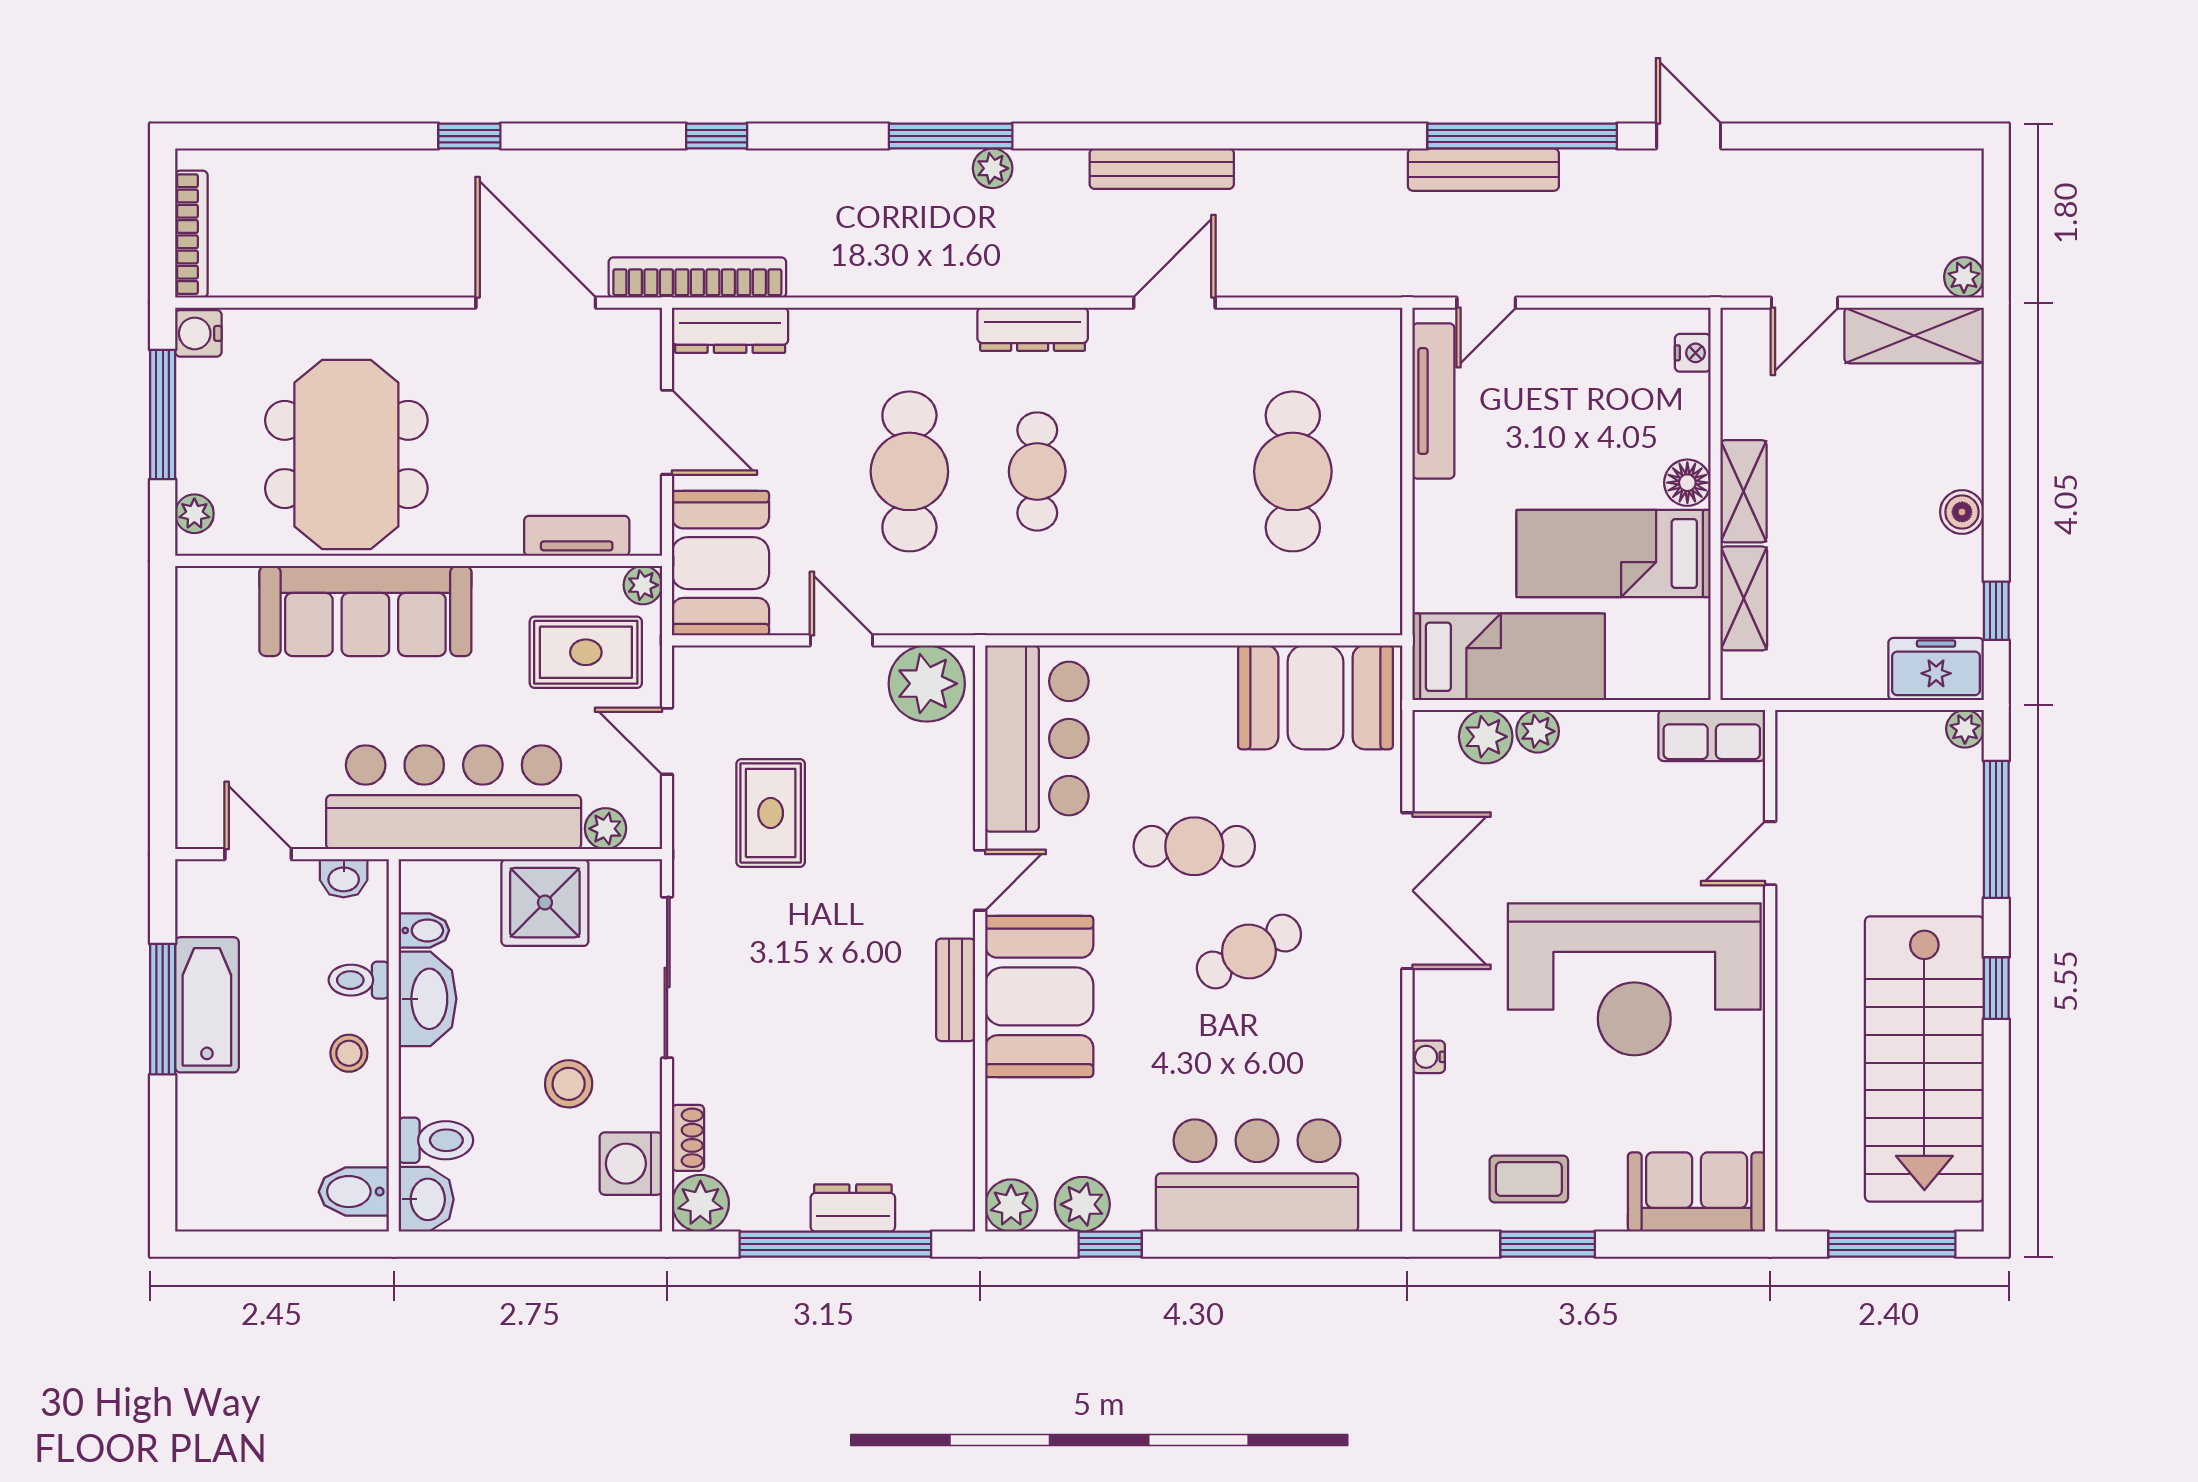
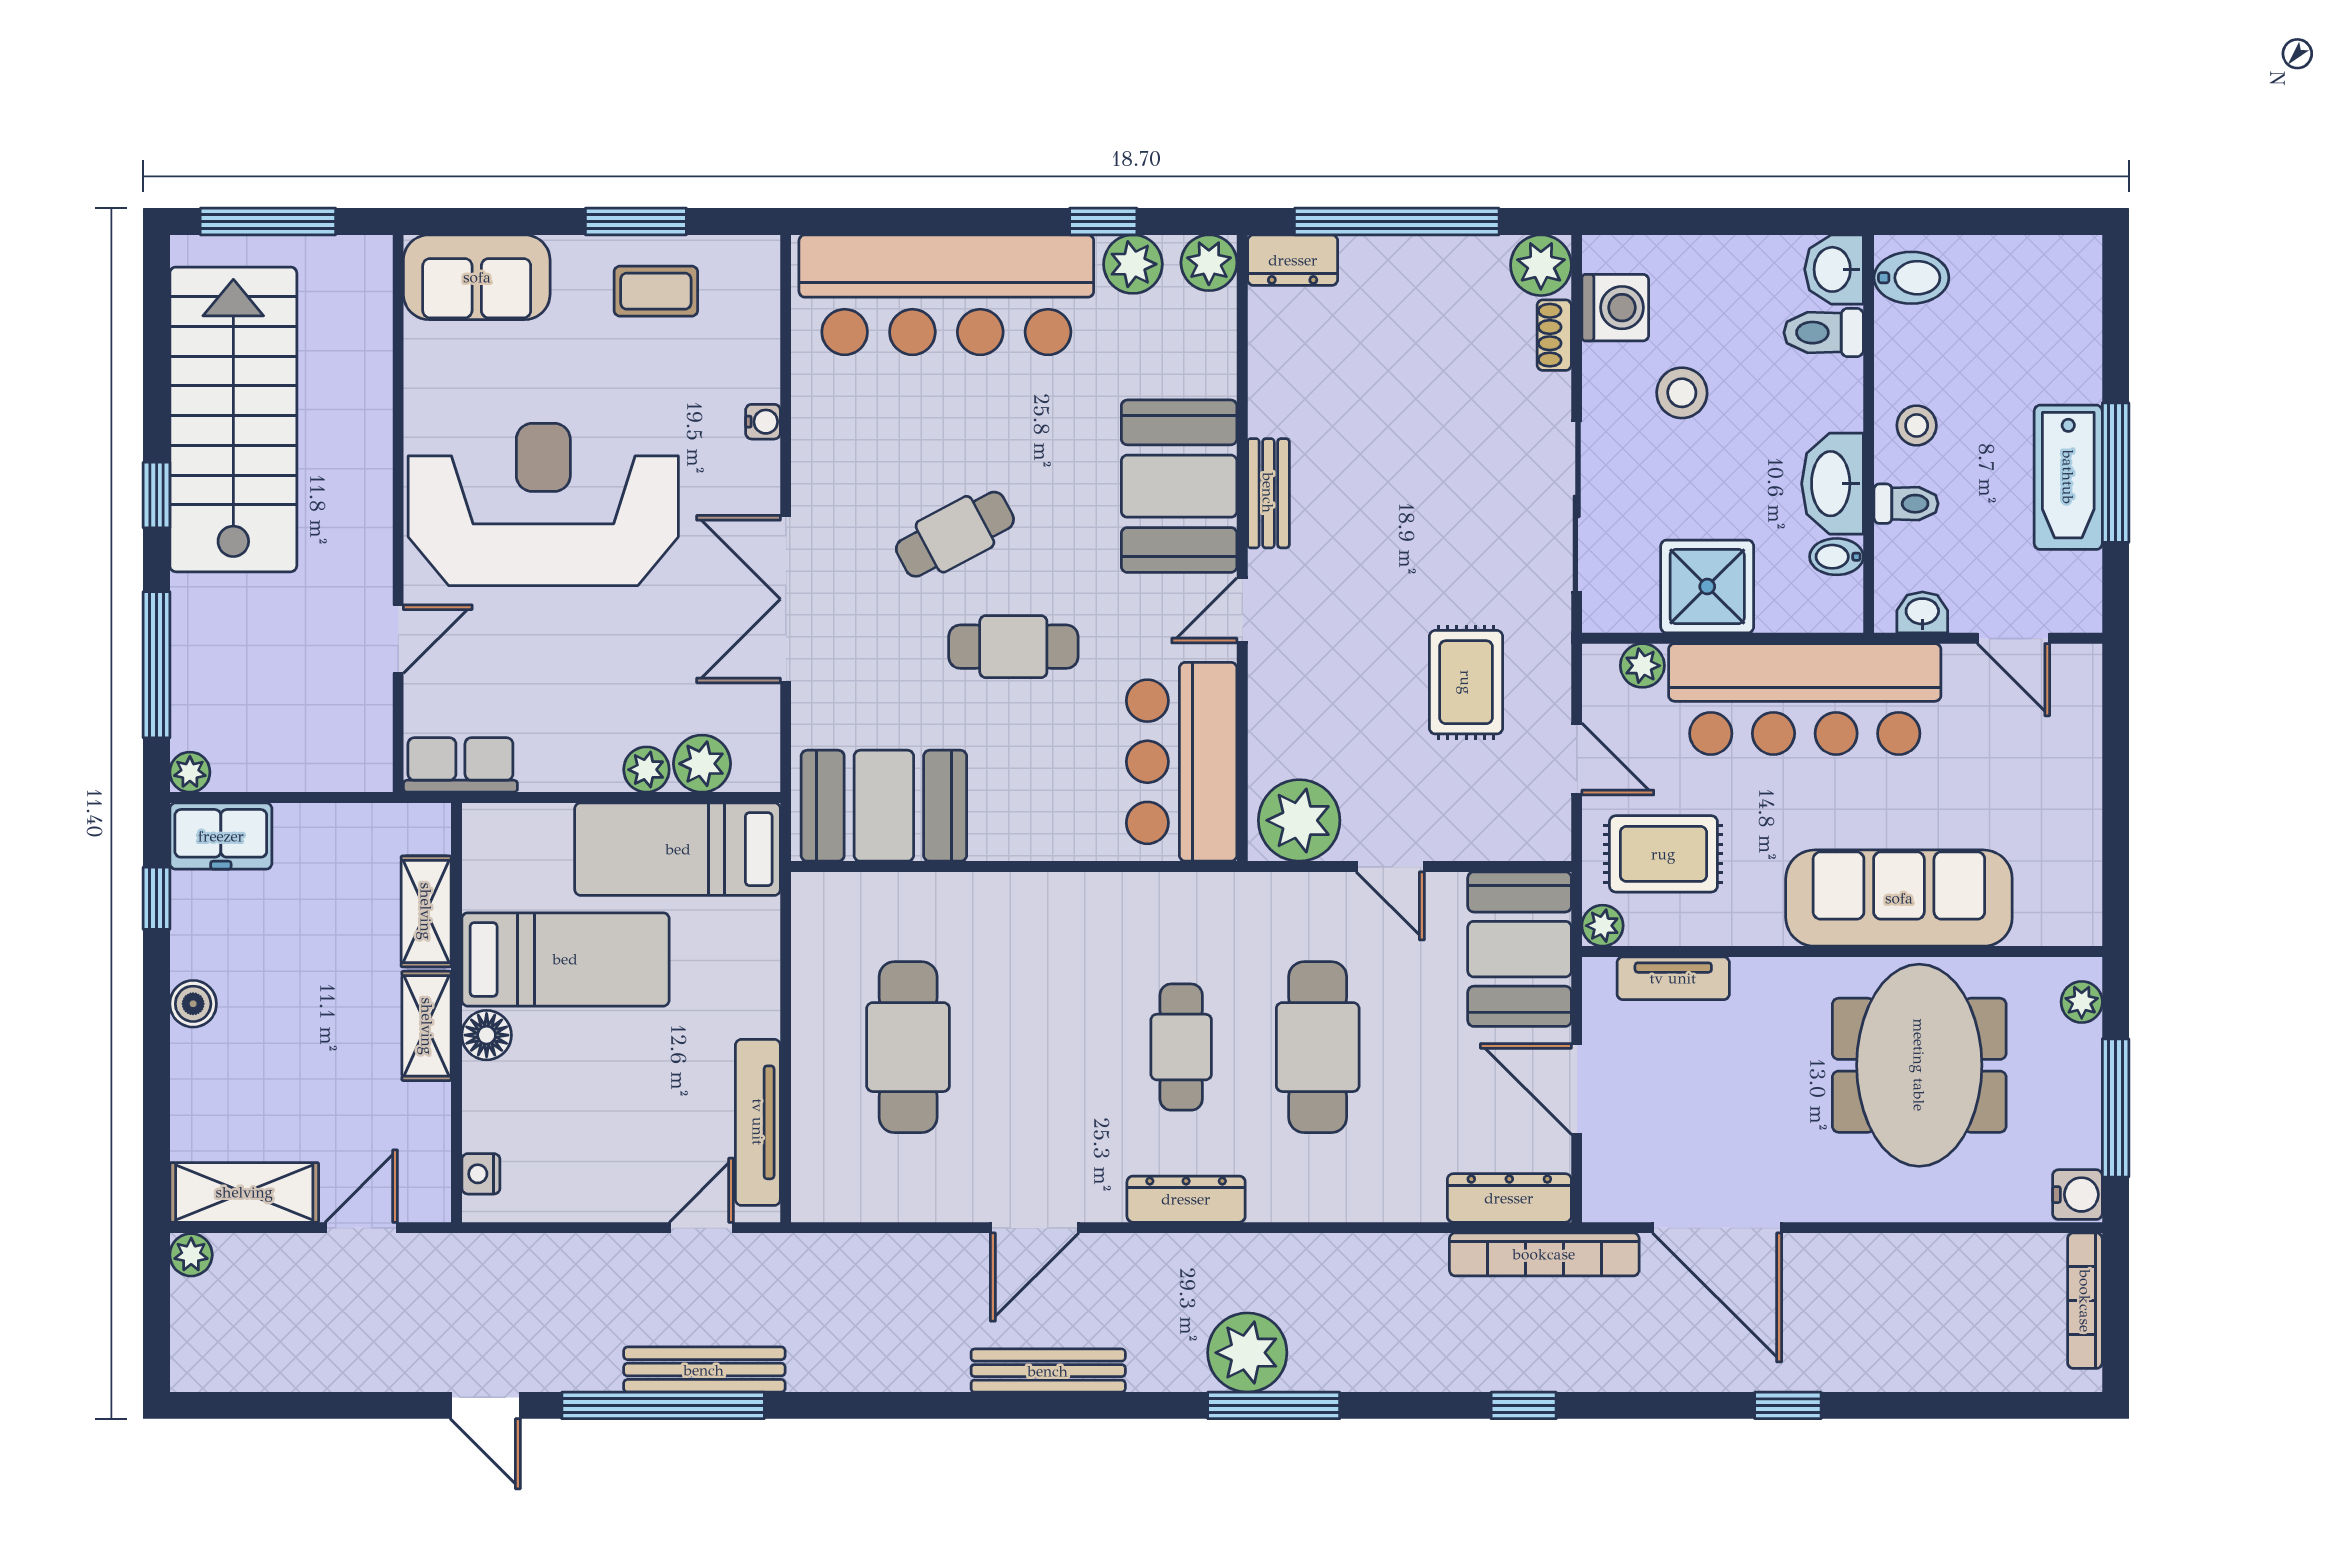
plant: (993, 168) -> (1247, 1353), width x1.88, depth x1.88
bar counter: (1257, 1176) -> (946, 295), width x1.36
dresser: (853, 1208) -> (1293, 260), moved

